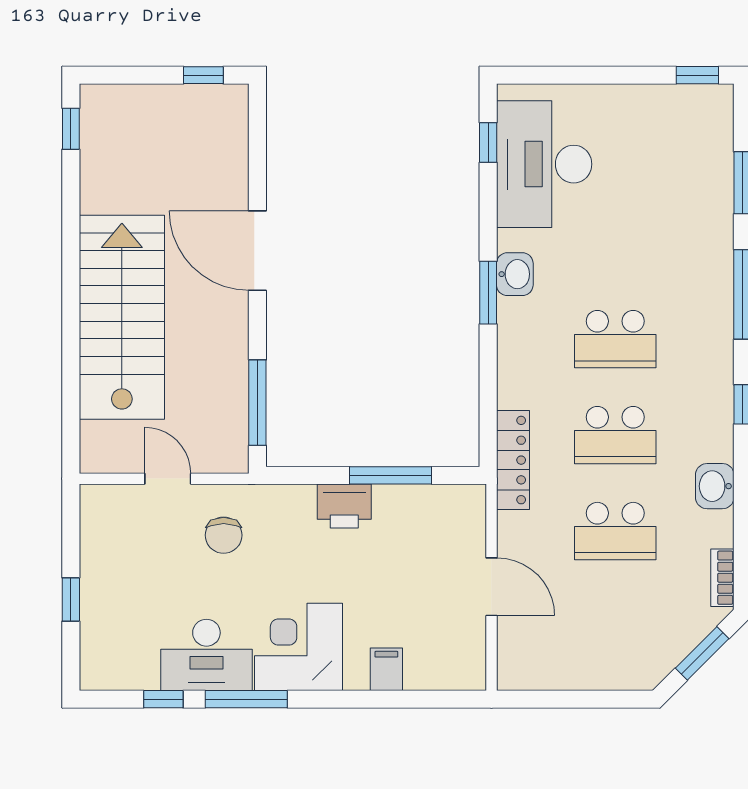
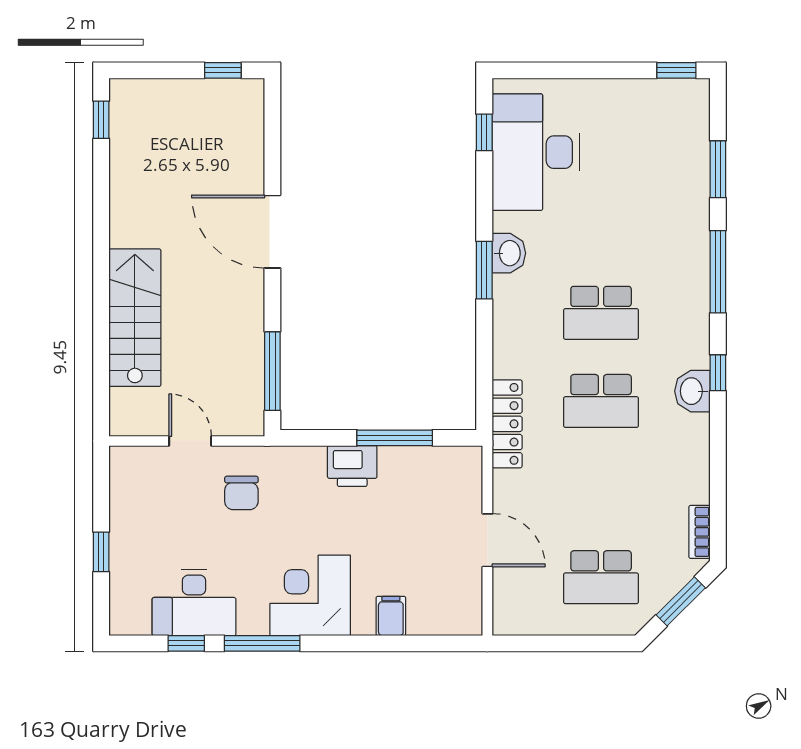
stairs: (122, 317) -> (135, 318), width x0.73, depth x0.66
washbasin: (715, 486) -> (692, 391), moved
school desk: (615, 531) -> (601, 577), moved
desk: (206, 655) -> (194, 603), moved

